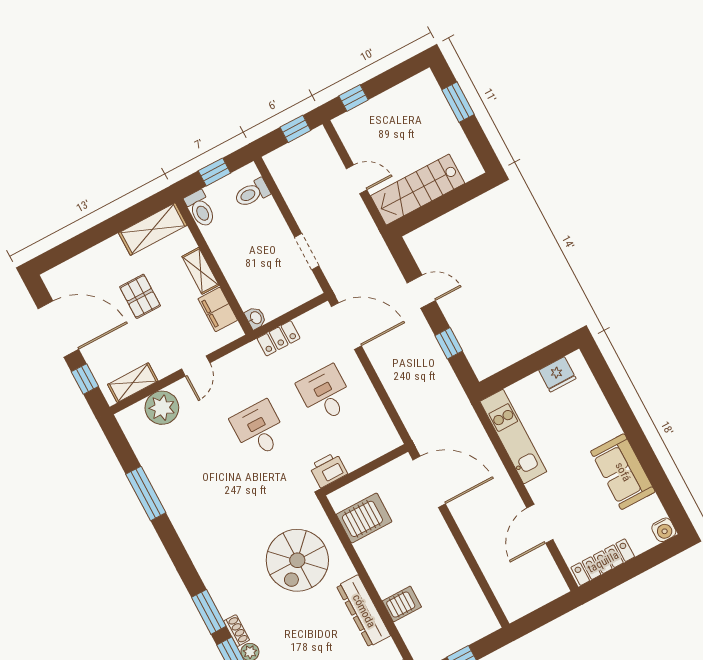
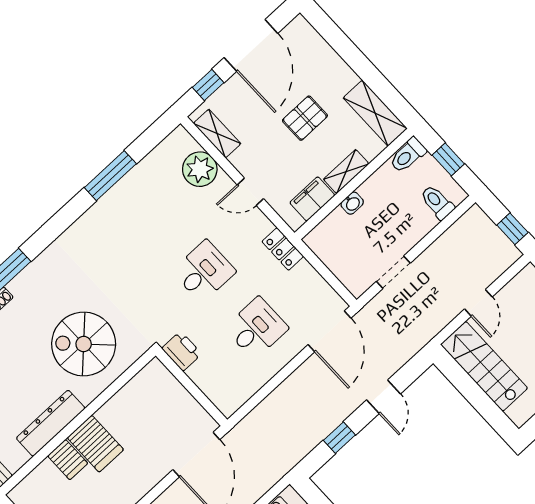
washbasin: (255, 318) -> (352, 203), moved
locker: (279, 338) -> (283, 249), moved
server rack: (364, 518) -> (95, 444), moved

